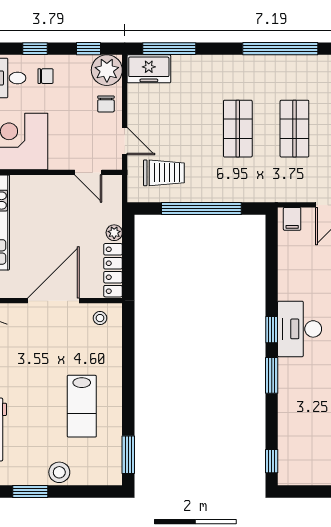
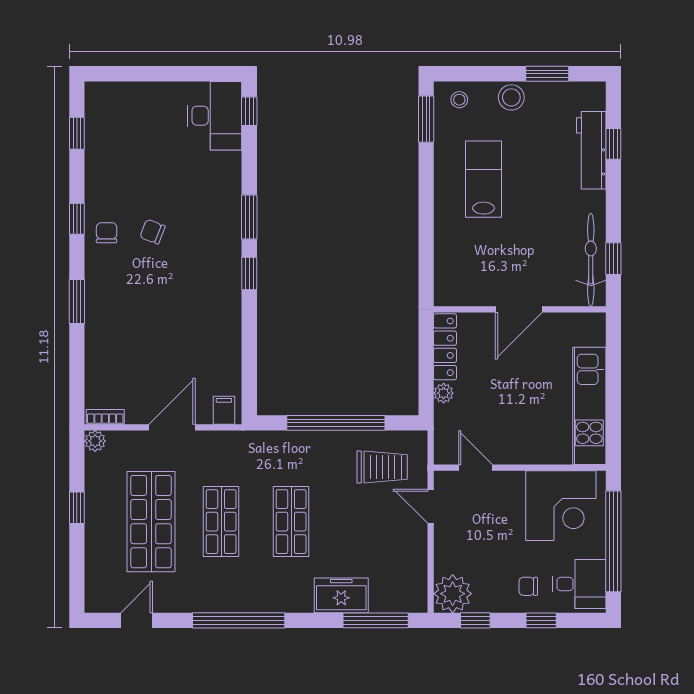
freezer: (149, 69) -> (341, 595), moved
chair: (106, 104) -> (454, 552), removed
trolley: (164, 173) -> (382, 467), turned 180
door: (53, 301) -> (519, 309), width x0.73
stool: (100, 318) -> (459, 100), moved
desk: (300, 329) -> (215, 116), moved

